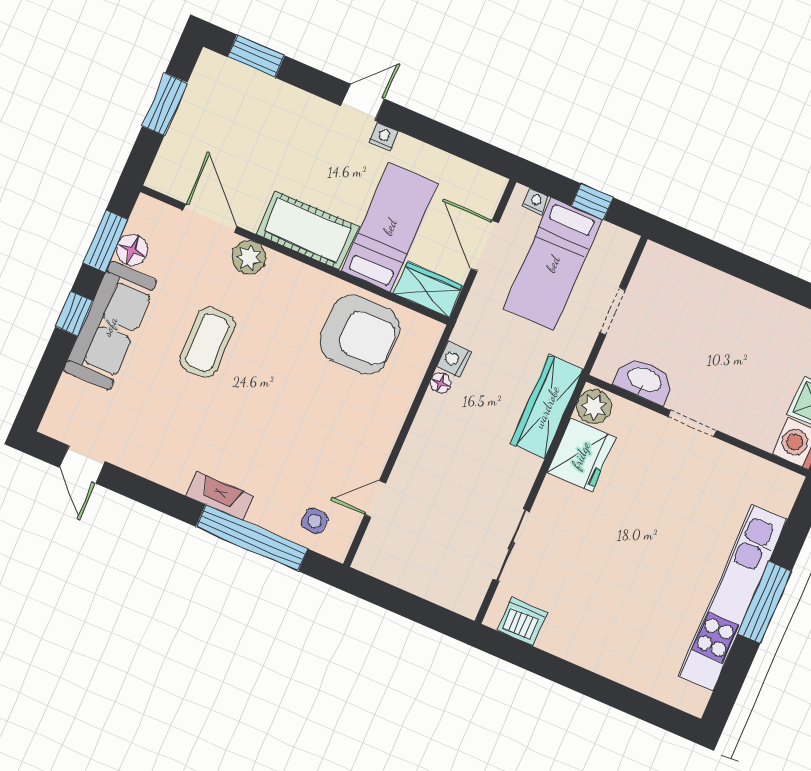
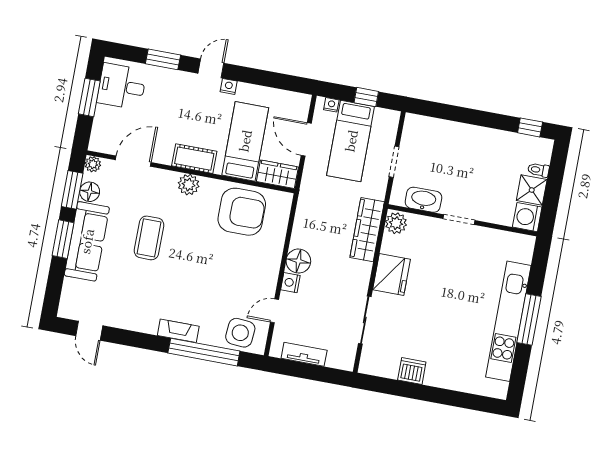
window: (256, 56) -> (163, 59), moved
desk: (219, 99) -> (122, 86), added
plant: (147, 209) -> (93, 164), added
door: (210, 218) -> (133, 161), hinge flipped
cot: (308, 230) -> (194, 159), width x0.73, depth x0.75
plant: (249, 257) -> (189, 185), moved
window: (74, 314) -> (63, 239), width x1.50
nightstand: (454, 360) -> (290, 283), moved
floor lamp: (441, 383) -> (298, 261), moved, width x1.89, depth x1.89
fridge: (581, 455) -> (392, 274), moved
side table: (315, 521) -> (240, 333), width x1.87, depth x1.87
tv unit: (405, 577) -> (304, 354), added
dishwasher: (522, 622) -> (412, 371), moved

